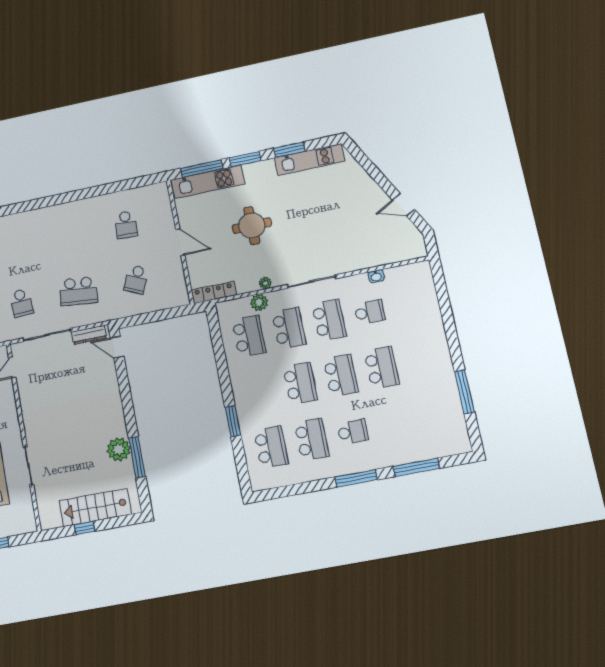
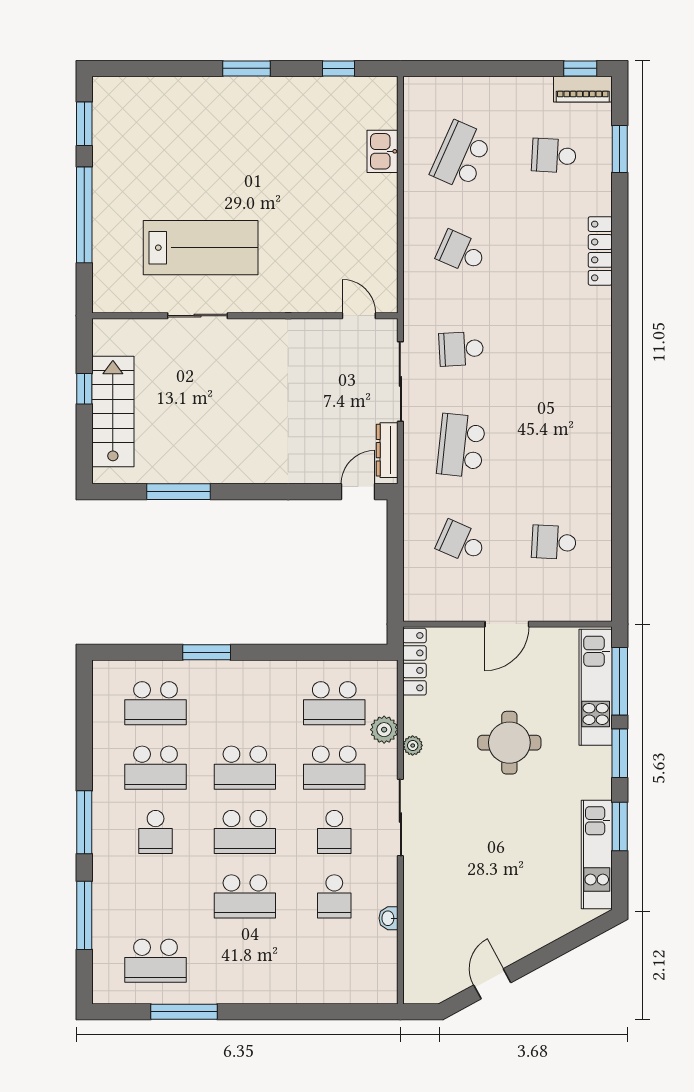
school desk: (329, 320) -> (334, 832), width x0.54
school desk: (436, 416) -> (156, 961), added
plant: (119, 449) -> (196, 465), removed

